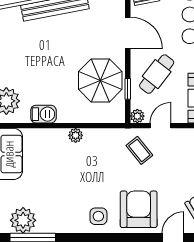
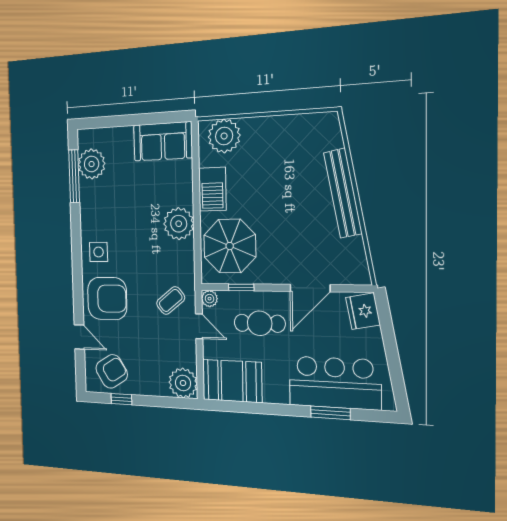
cafe table: (157, 74) -> (260, 323), turned -38
parasol: (100, 80) -> (230, 246), moved
barbecue: (43, 114) -> (212, 189), width x1.38, depth x1.27
plant: (76, 135) -> (179, 224), width x1.88, depth x1.88

